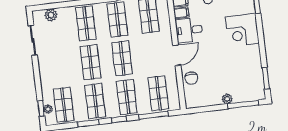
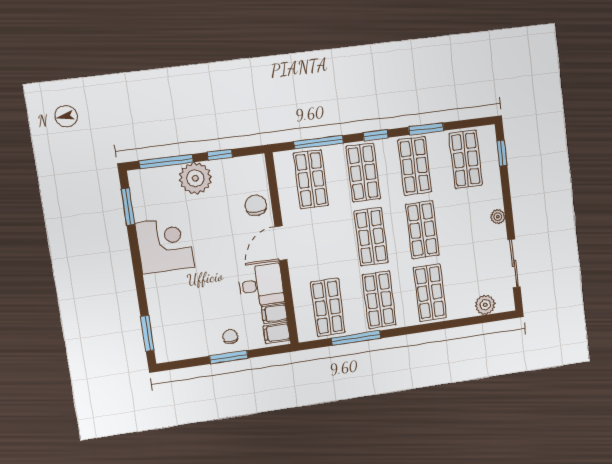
corner desk: (242, 30) -> (165, 245), moved
plant: (227, 99) -> (195, 178), width x1.88, depth x1.88
window: (212, 108) -> (220, 155), added
plant: (48, 109) -> (498, 217), moved

